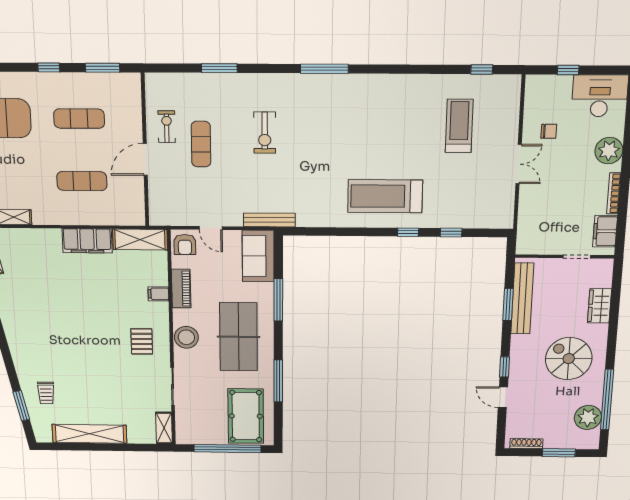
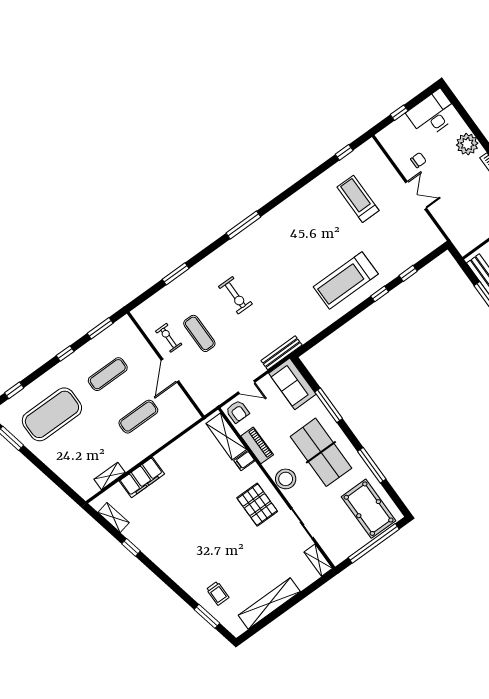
shelving: (140, 239) -> (226, 436), moved, turned 90
filing cabinet: (87, 241) -> (142, 477), moved
pallet: (142, 341) -> (257, 505), width x1.50, depth x1.42

